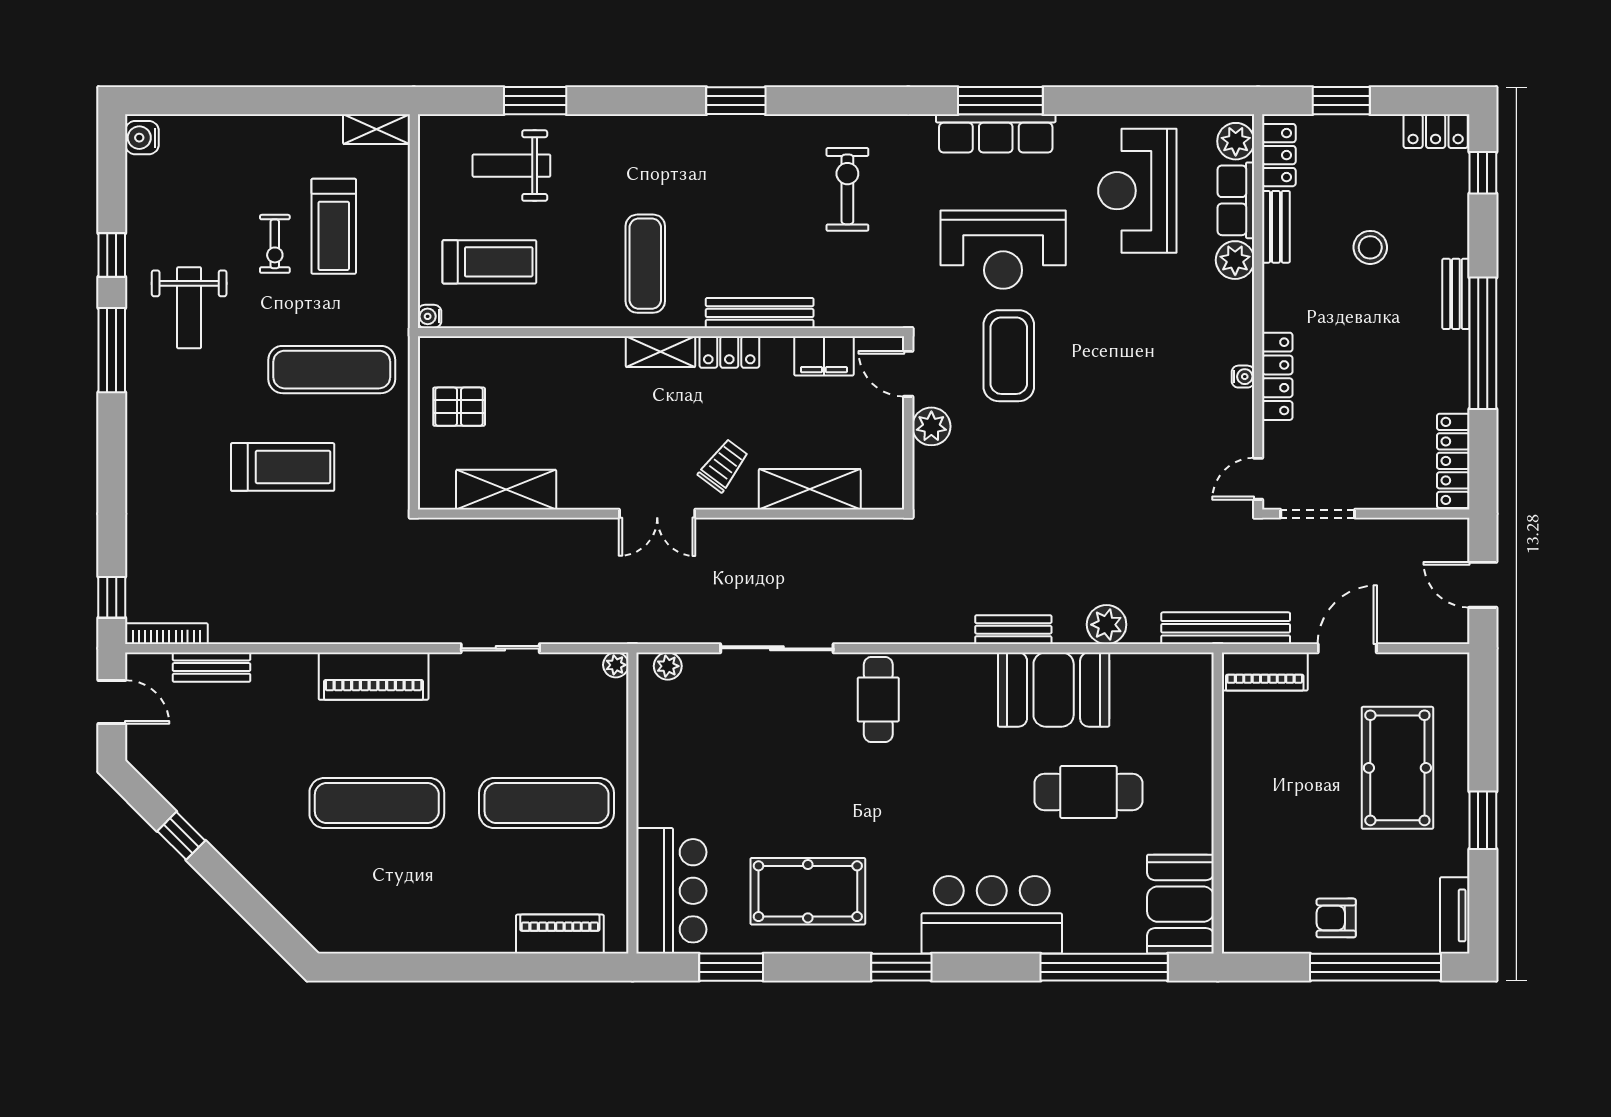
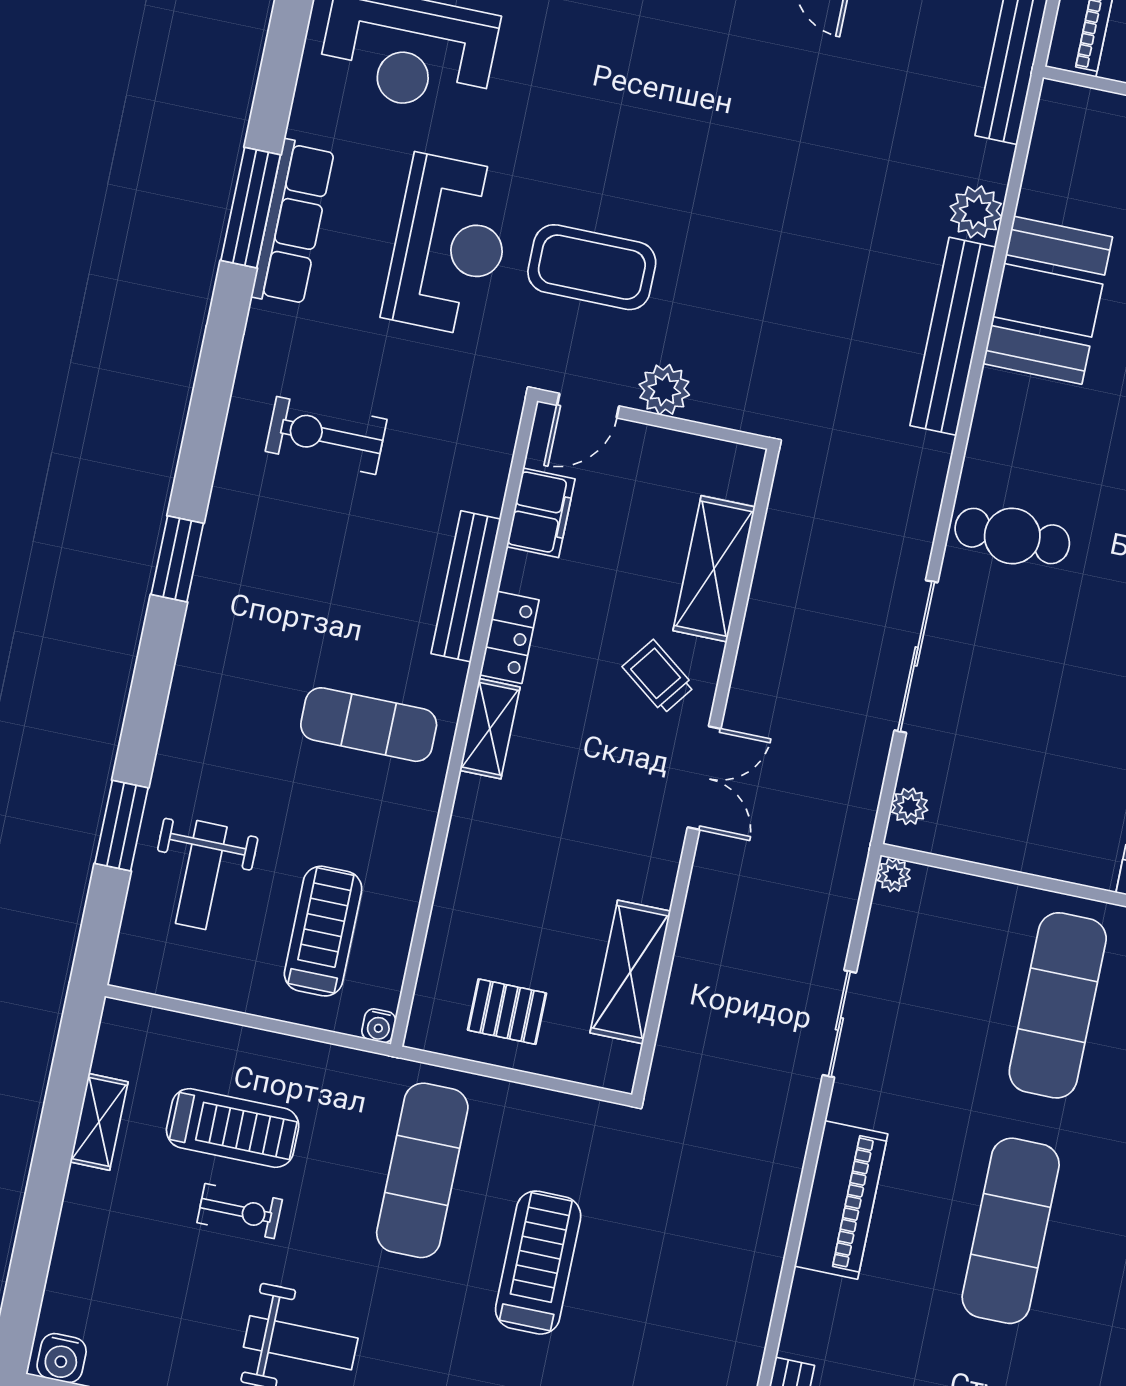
shelving: (376, 129) -> (99, 1122), moved
pallet: (459, 407) -> (507, 1012), turned 90
bench: (1013, 630) -> (953, 336), width x1.86, depth x1.21

